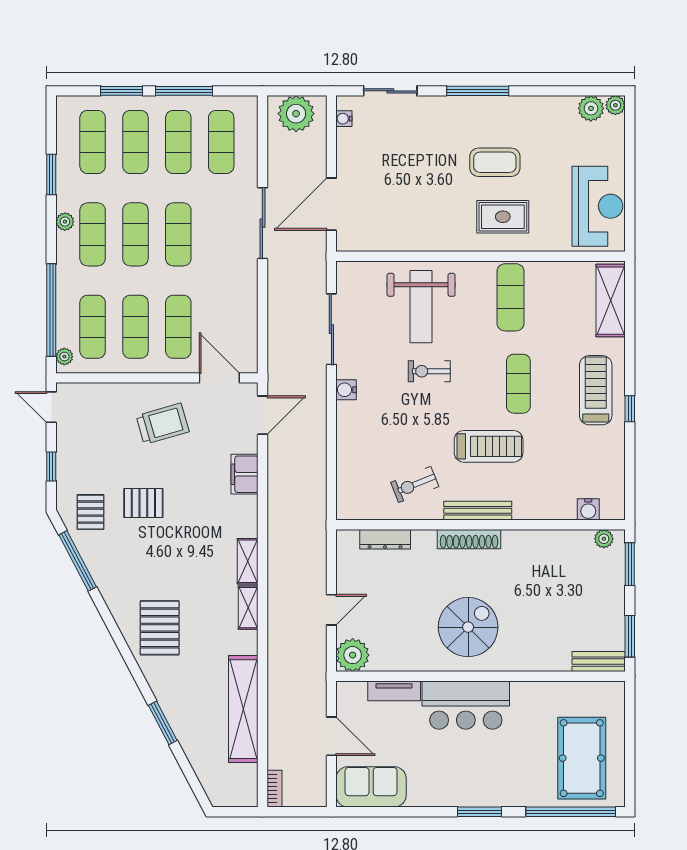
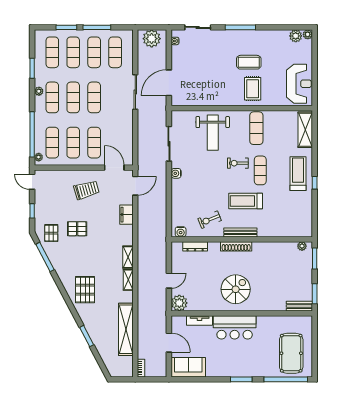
rug: (503, 217) -> (253, 89), turned 90
exercise bike: (429, 371) -> (238, 163), moved
treadmill: (489, 446) -> (246, 201), turned 180
water cooler: (588, 509) -> (181, 232), moved

